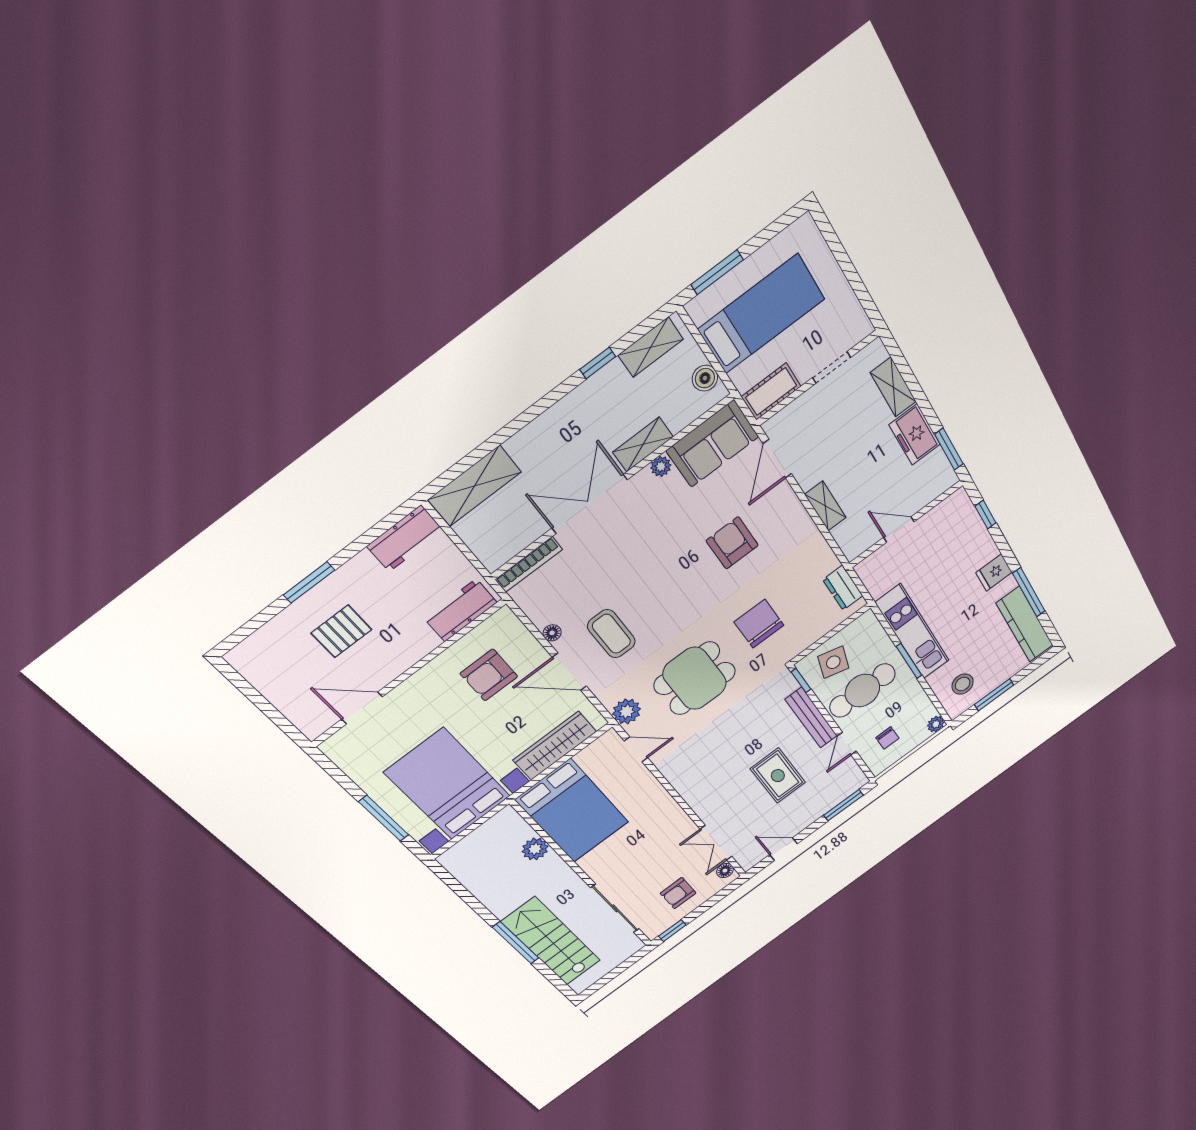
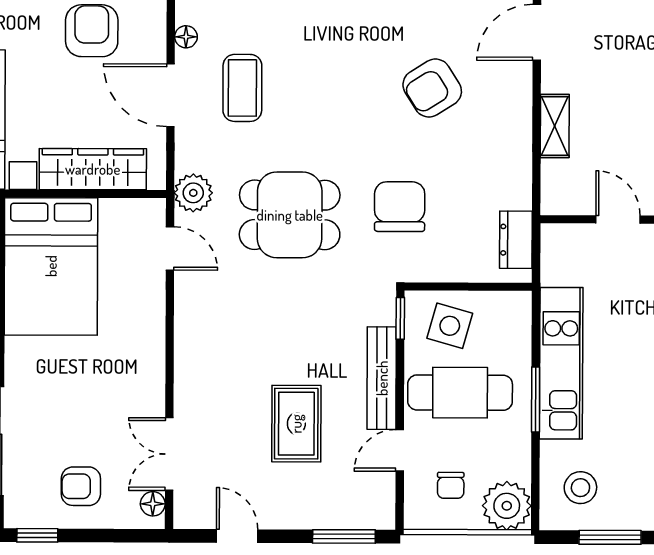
armchair: (732, 543) -> (432, 88), turned -122
armchair: (489, 675) -> (92, 31), turned 90
plant: (936, 724) -> (507, 506), width x1.88, depth x1.88

